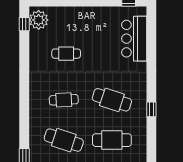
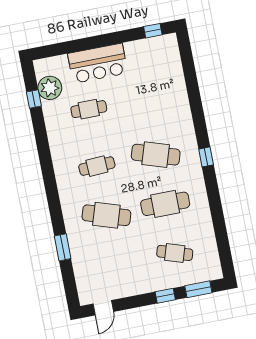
plant: (39, 20) -> (50, 88), moved
window: (24, 24) -> (34, 99), moved
bar counter: (134, 39) -> (98, 63), moved, turned -90

